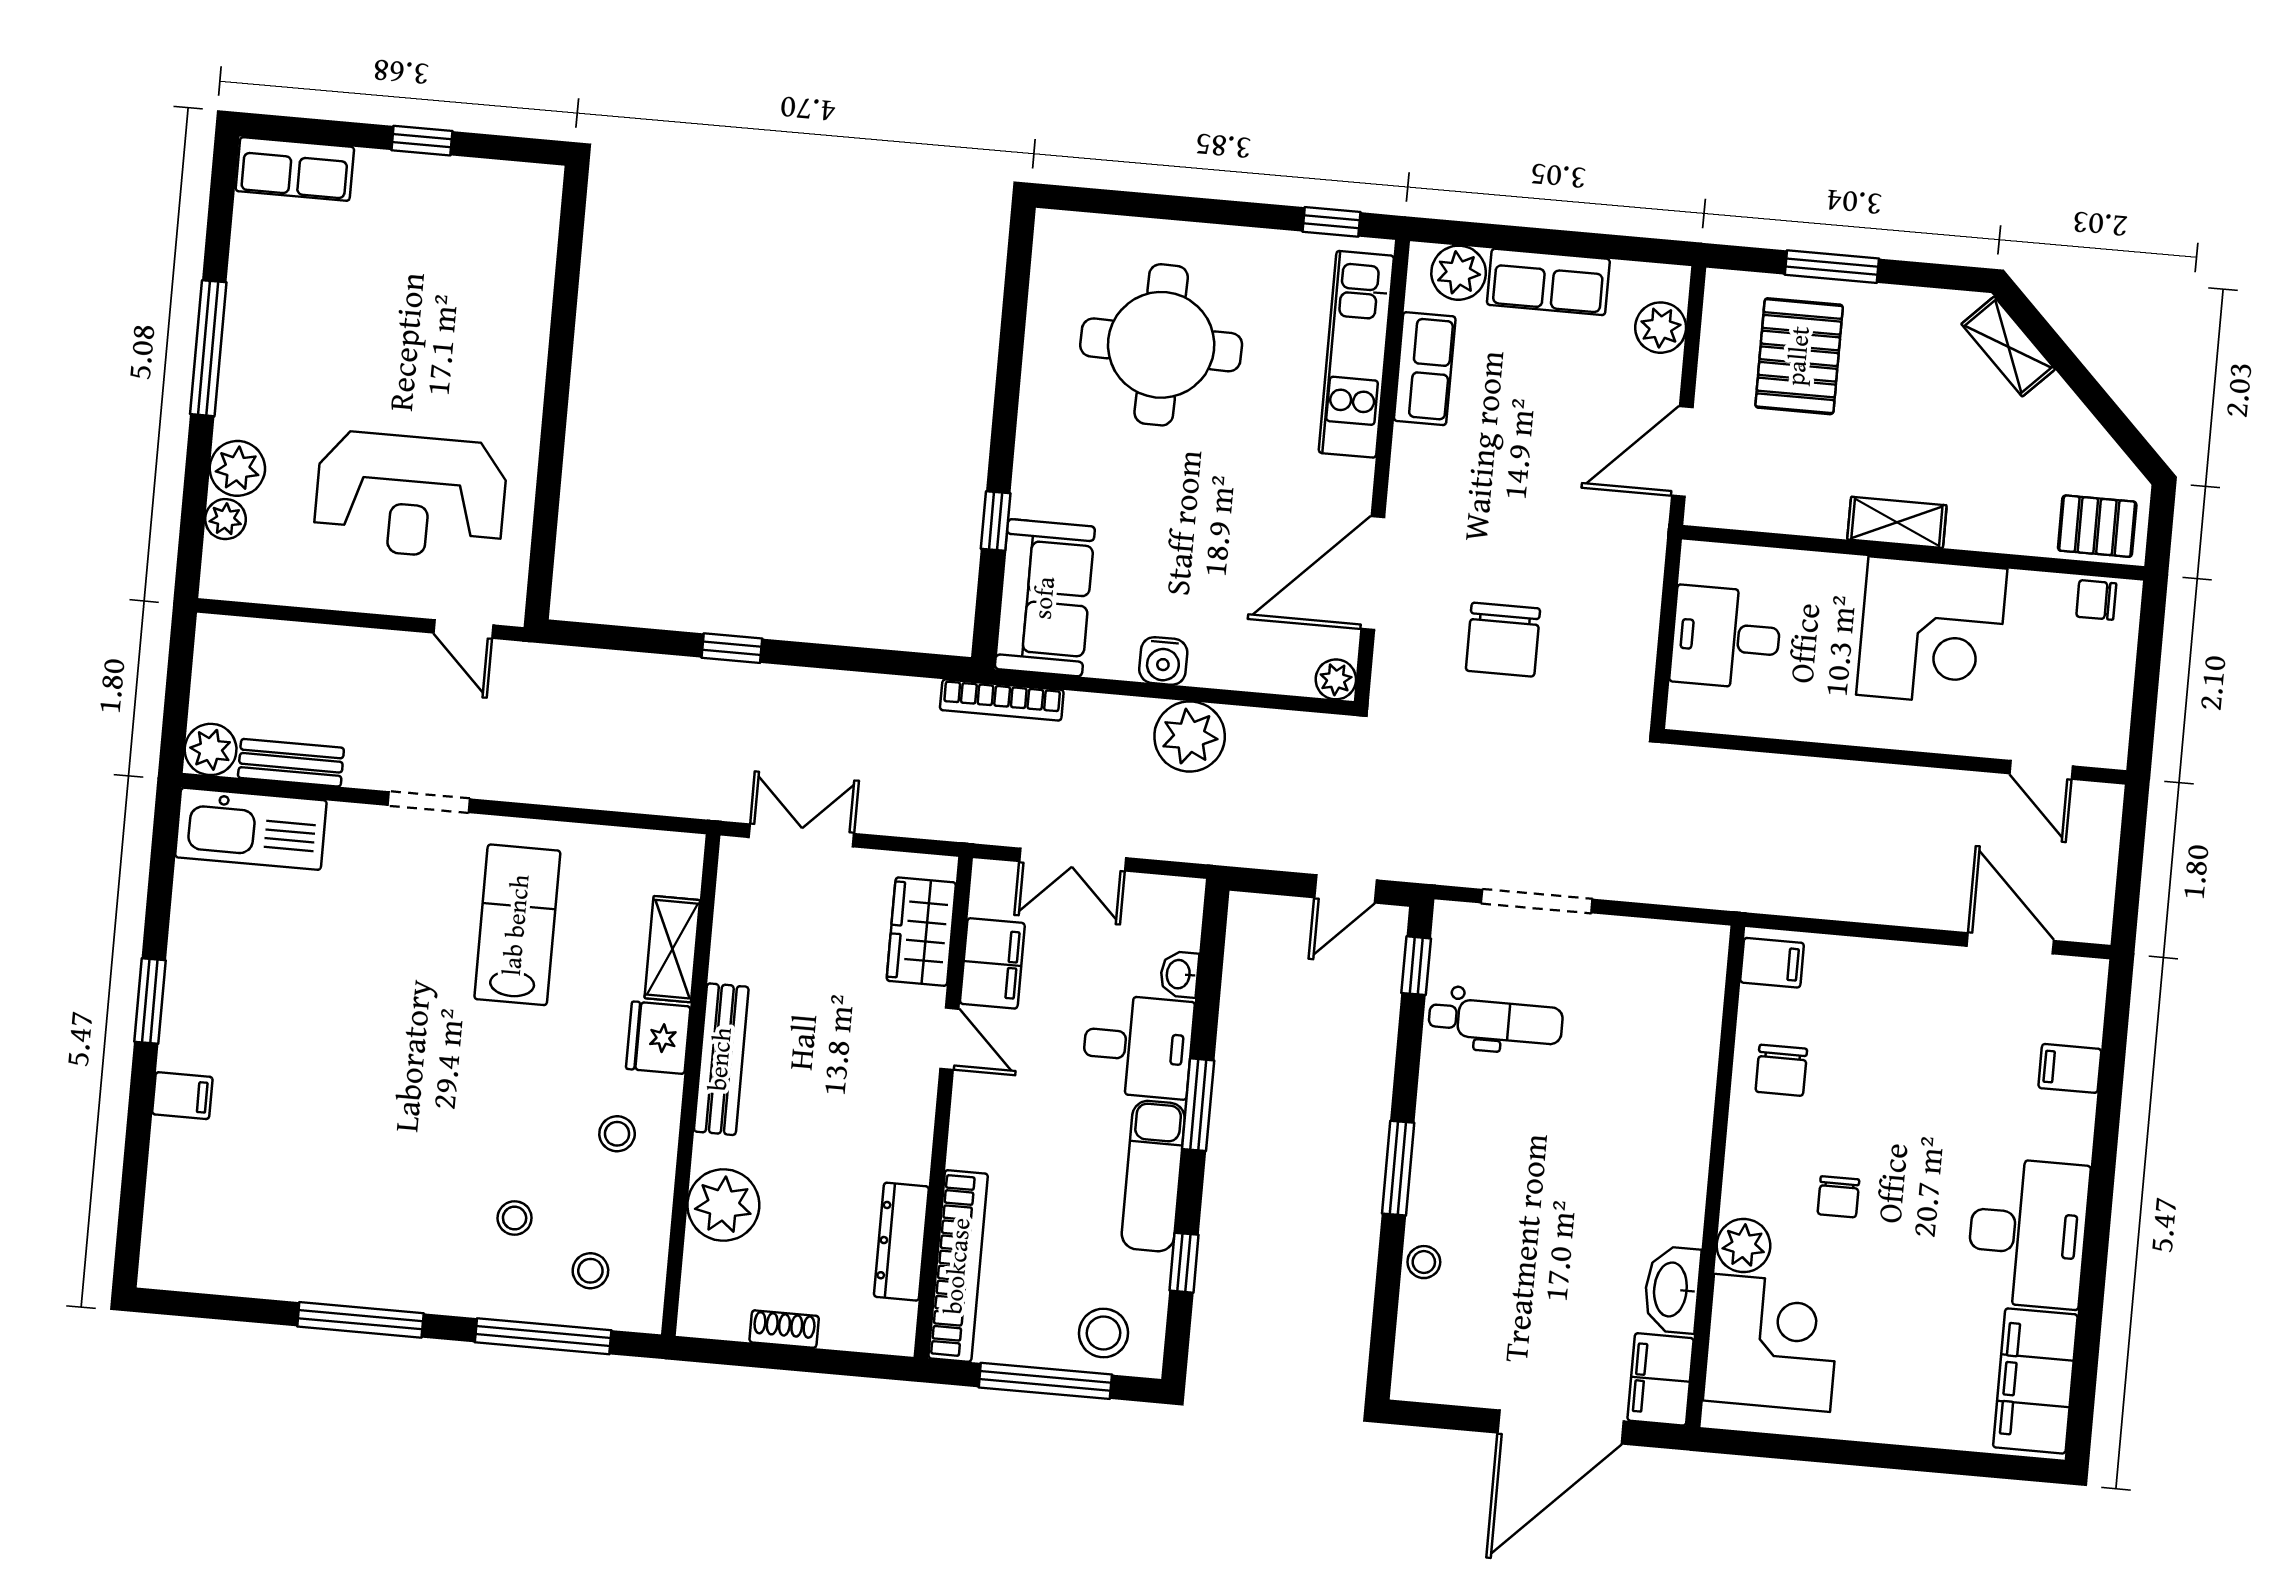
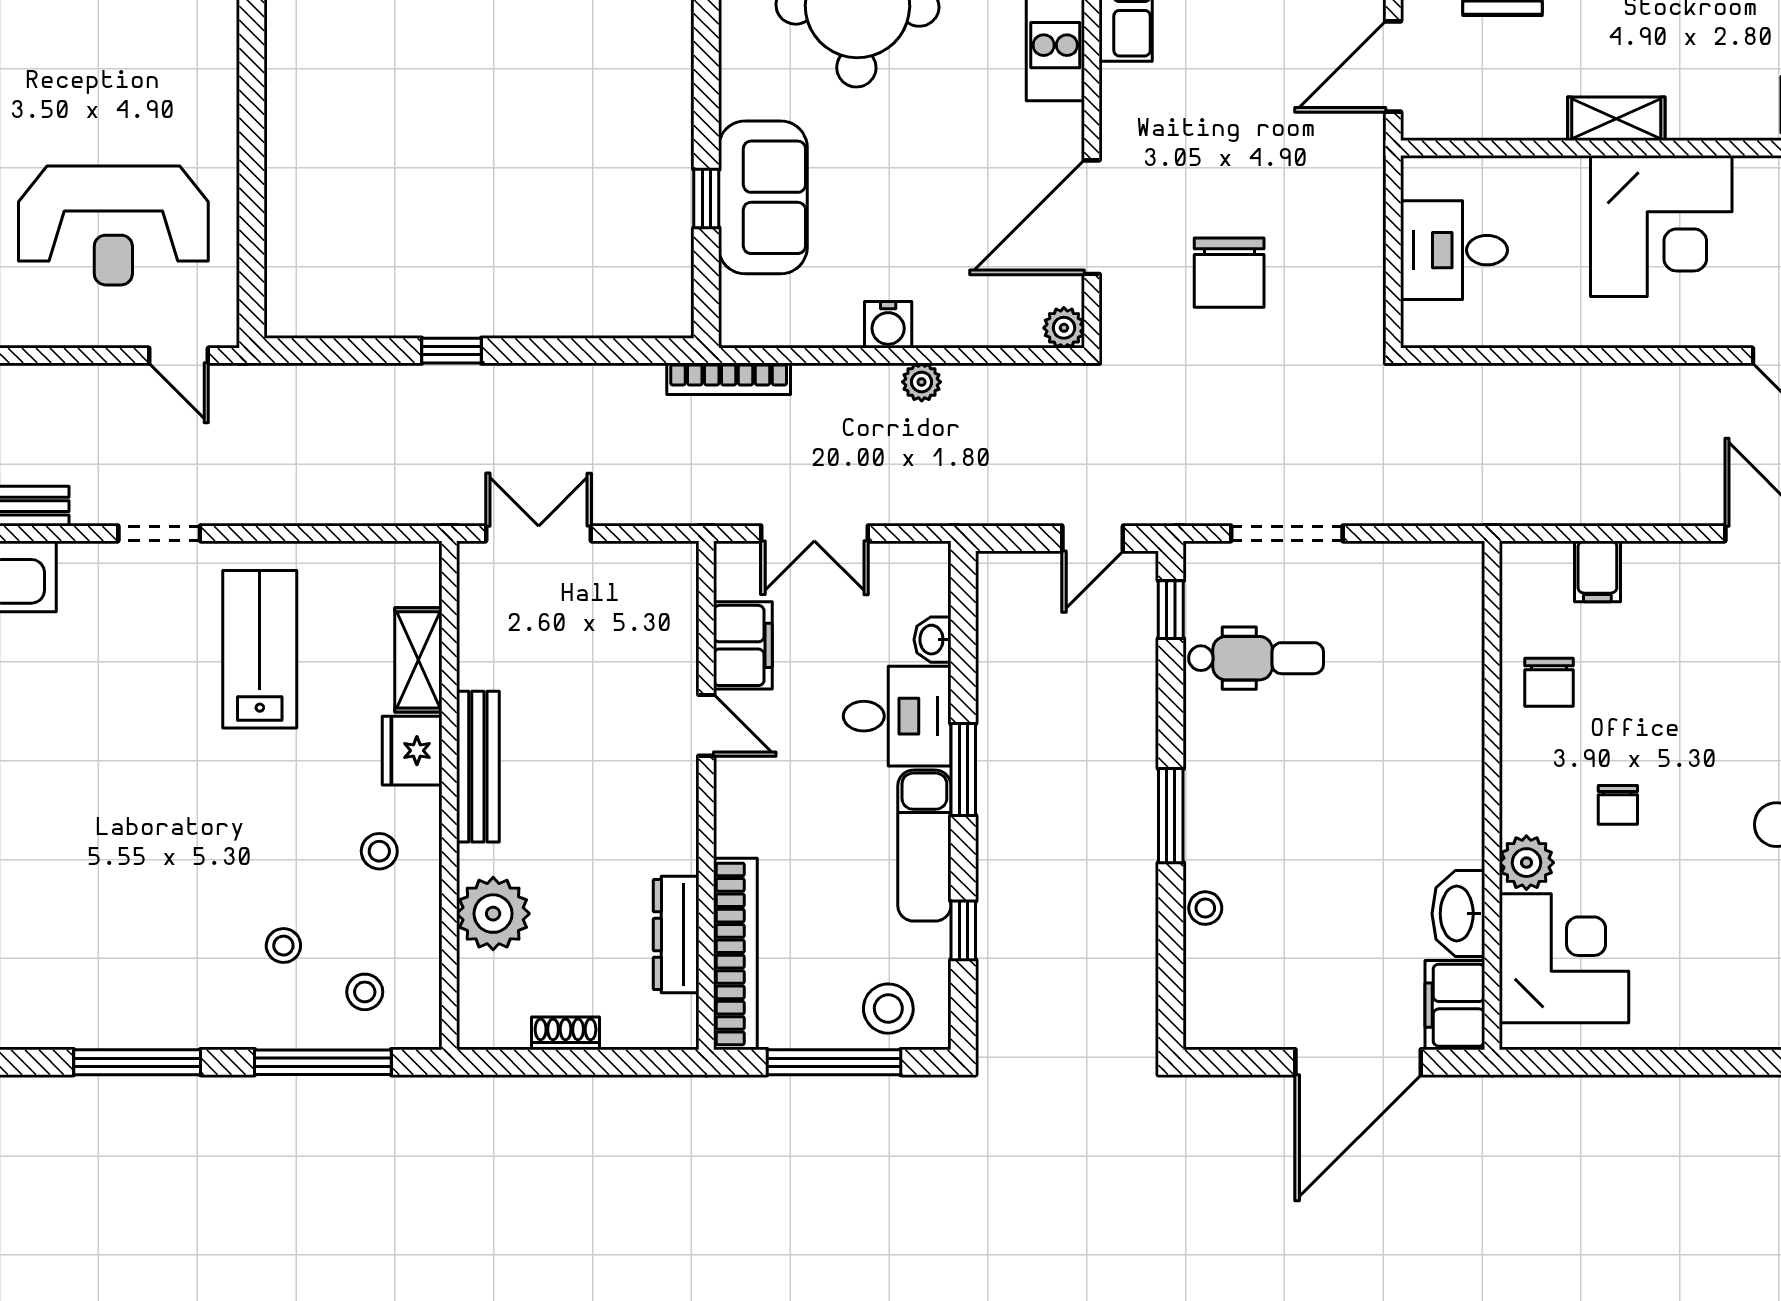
sofa: (1045, 598) -> (763, 197), moved
plant: (1190, 737) -> (922, 382), width x0.53, depth x0.53
wardrobe: (921, 932) -> (668, 620), removed
filing cabinet: (1772, 963) -> (1597, 571), moved, turned 90

